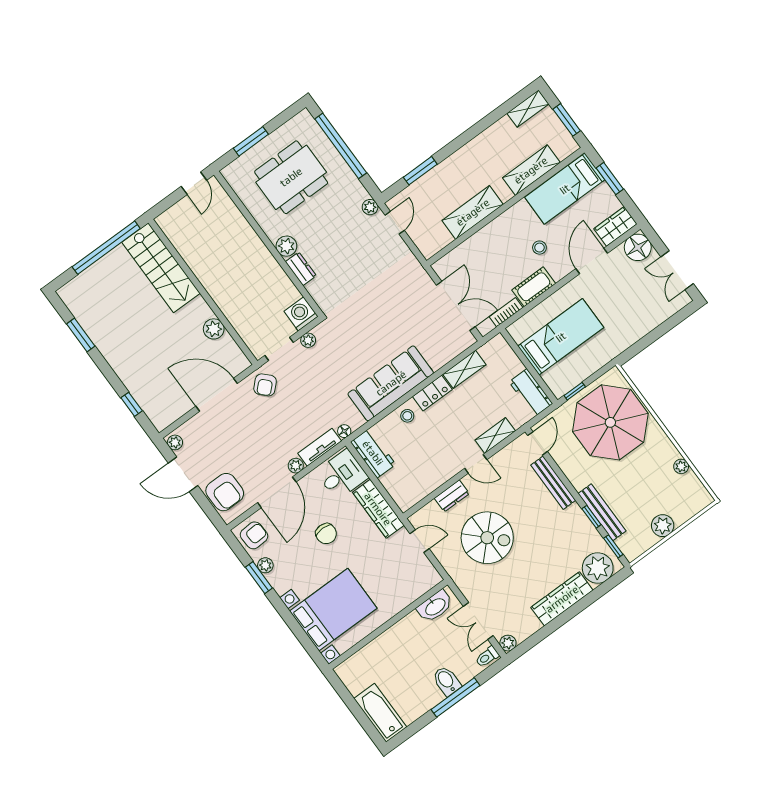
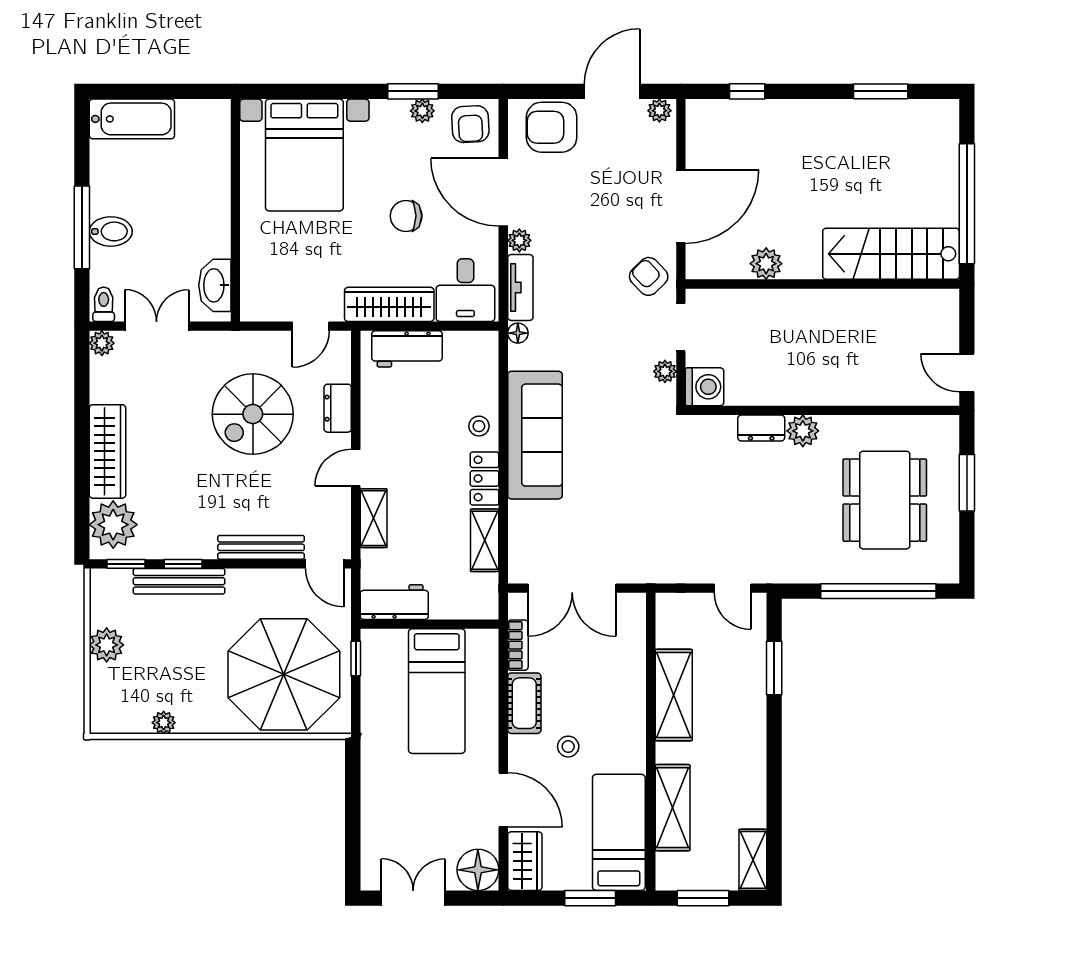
plant: (370, 207) -> (775, 571), removed
workbench: (373, 453) -> (407, 349), moved

